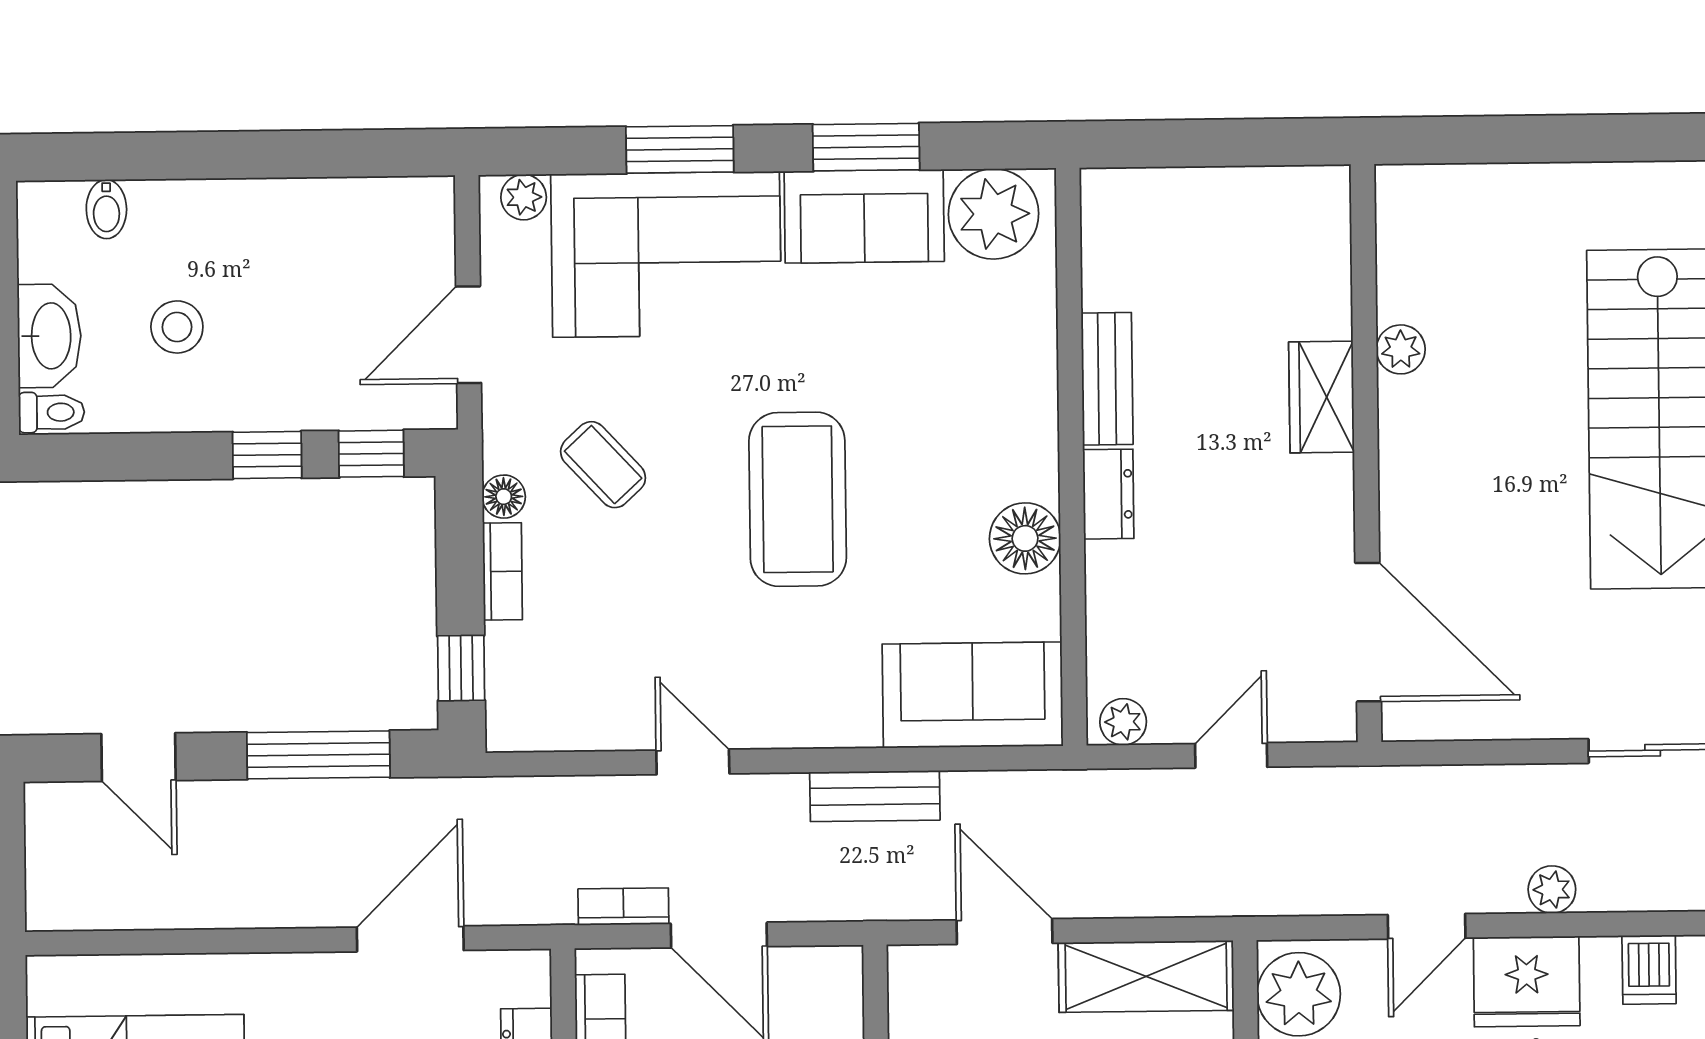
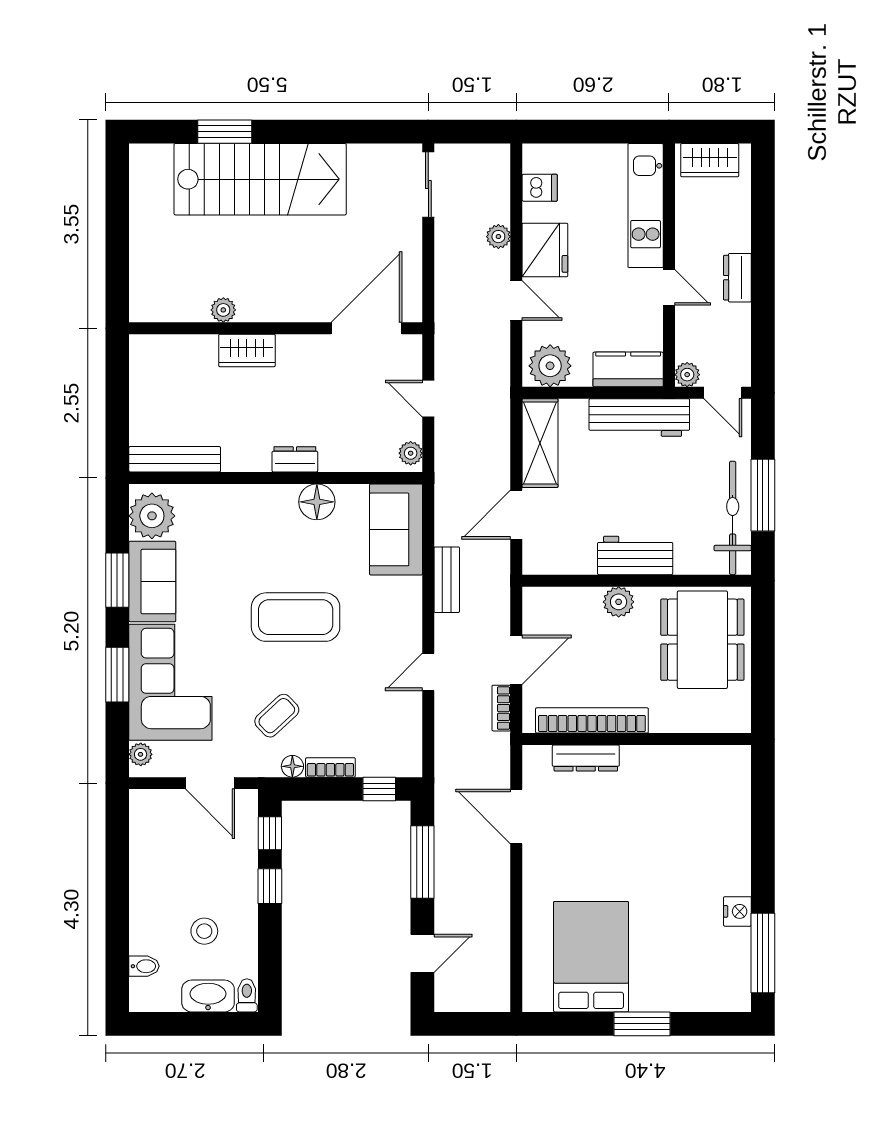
bench: (1107, 379) -> (175, 459), moved, width x1.36

